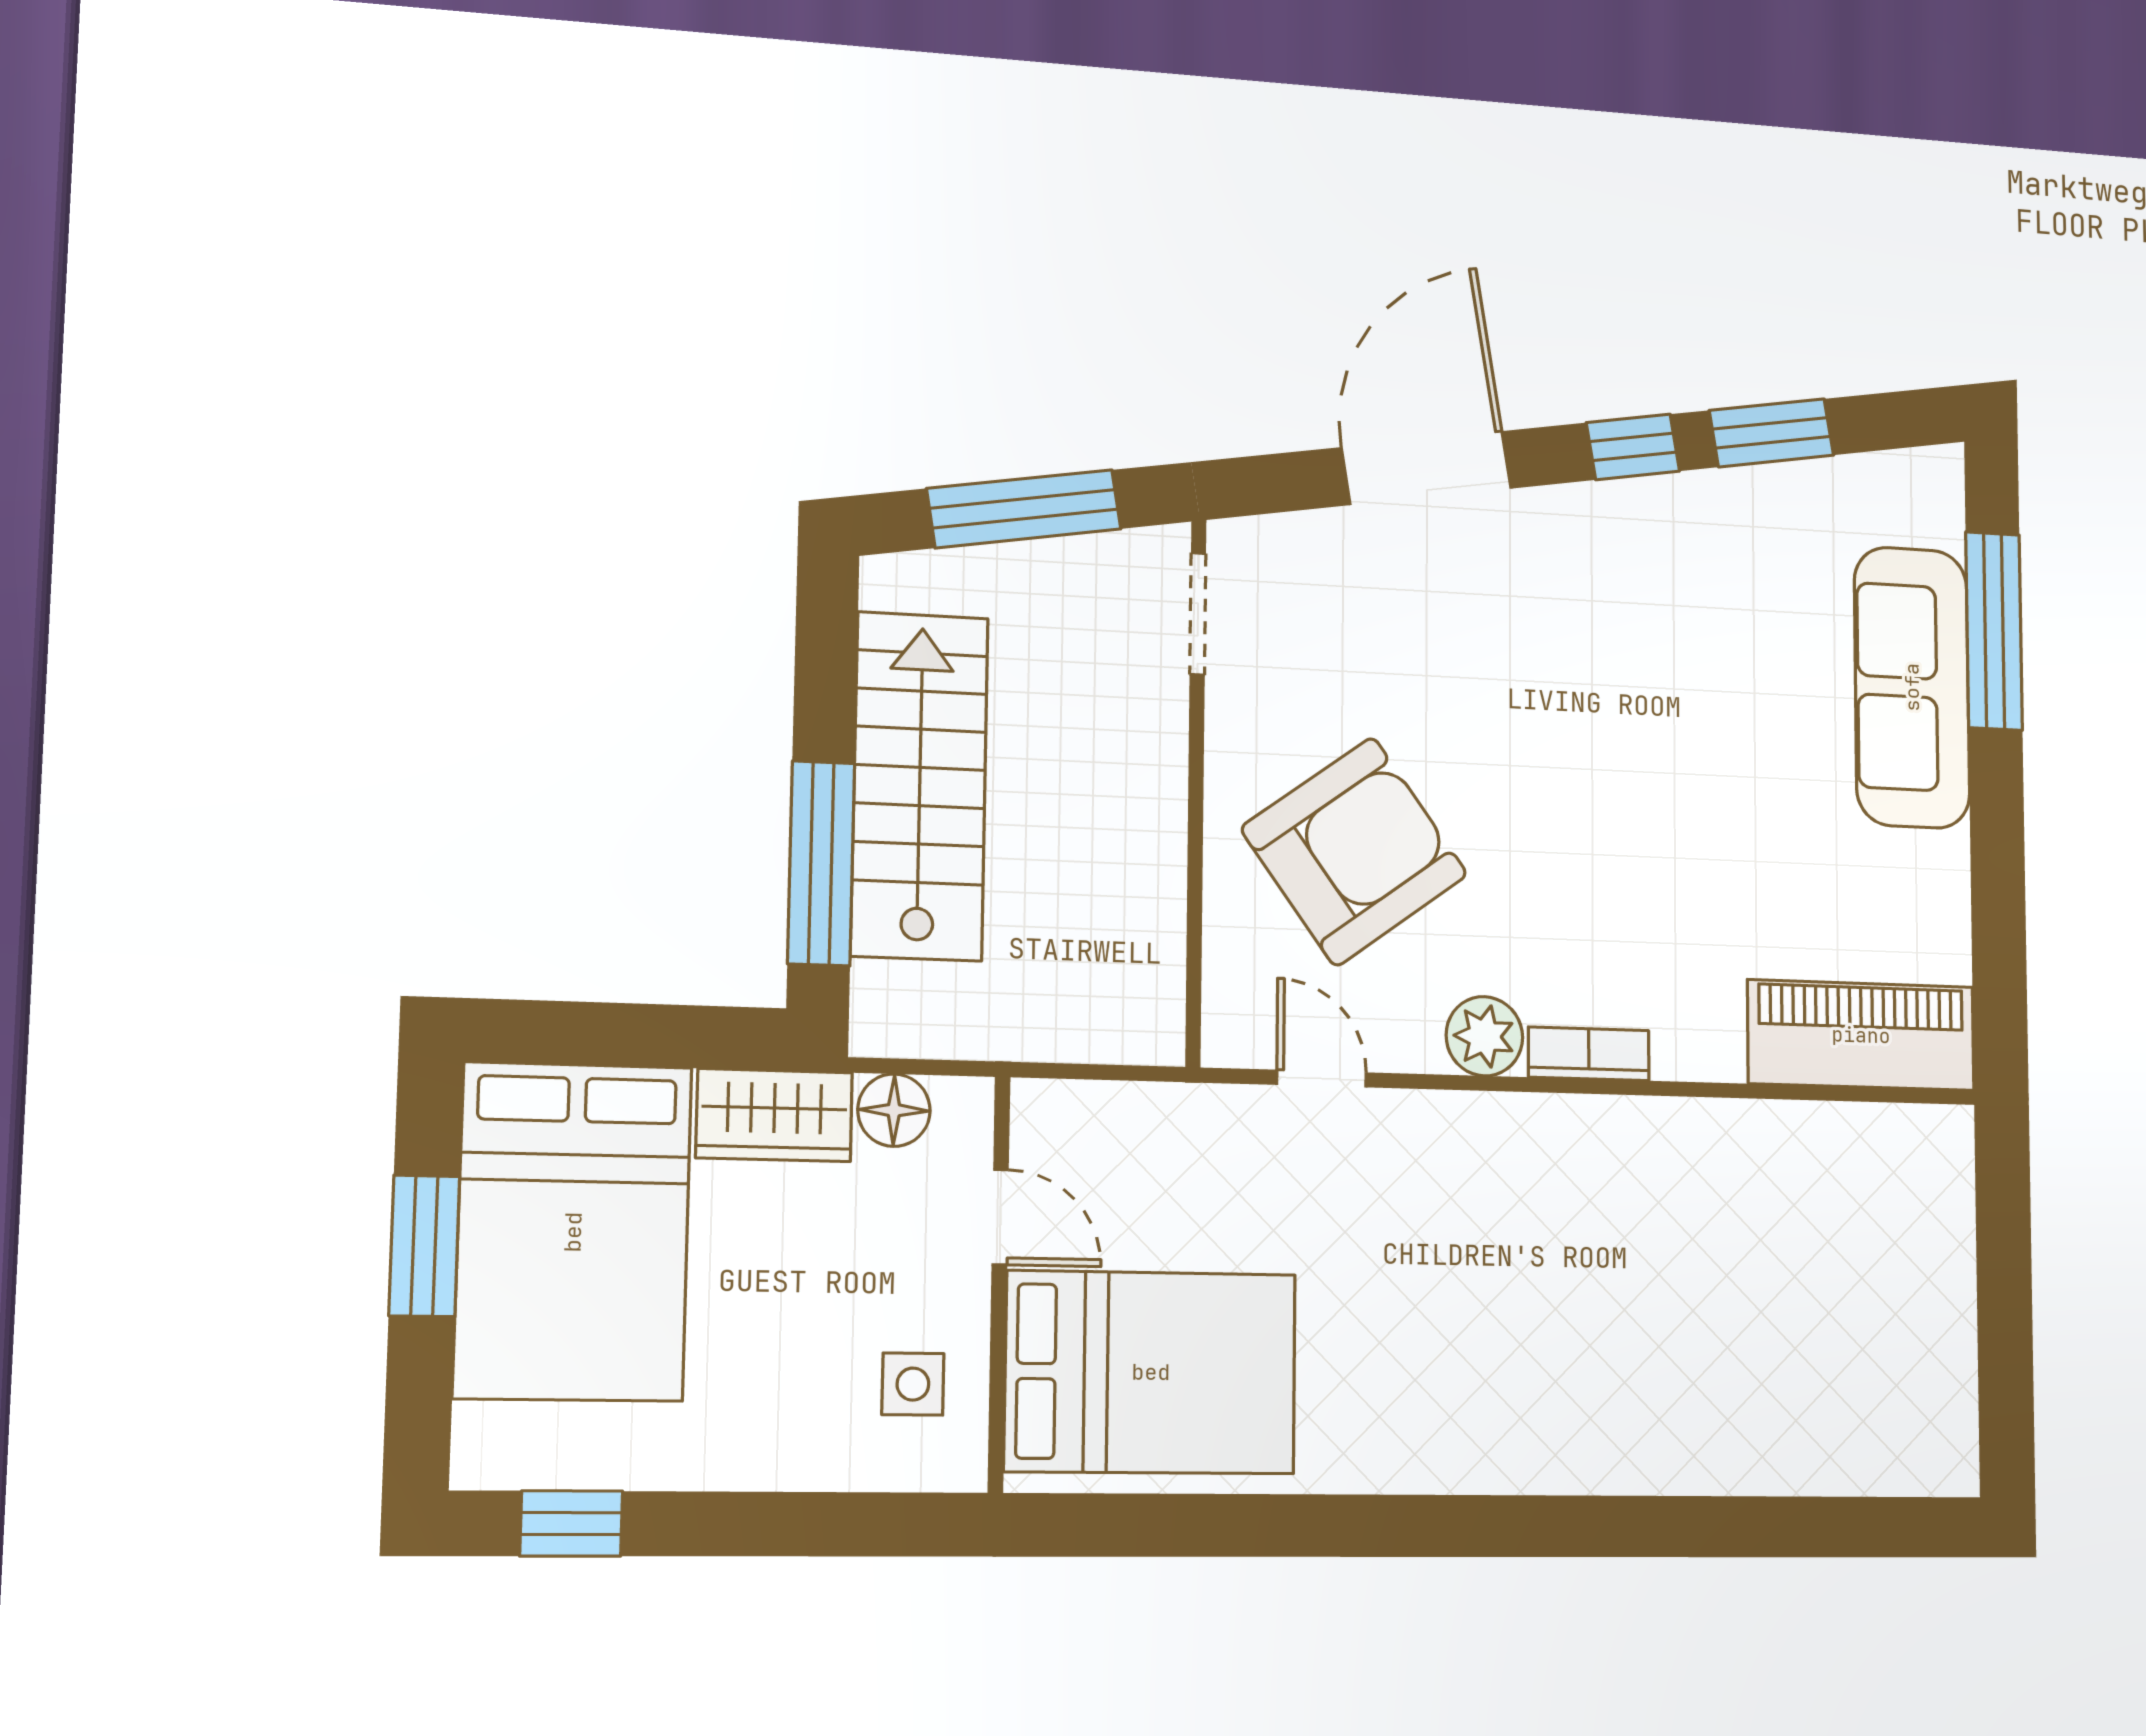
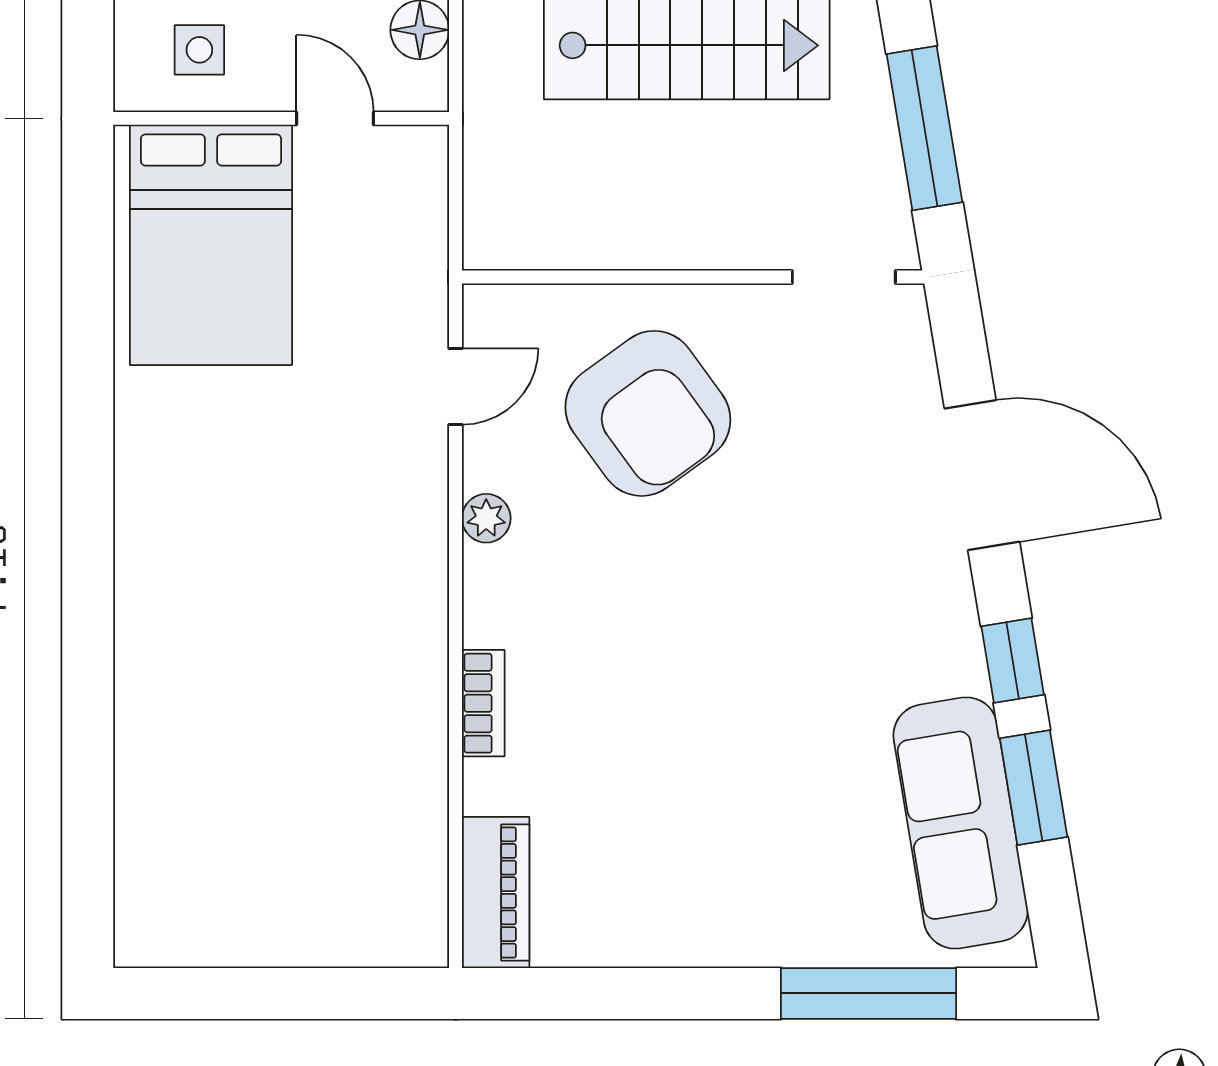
sofa: (1912, 687) -> (961, 823), moved, turned -99
piano: (1861, 1035) -> (496, 892), width x0.73, depth x0.75
plant: (1484, 1036) -> (486, 518), width x0.73, depth x0.73
bookcase: (1589, 1054) -> (483, 703), moved
door: (1000, 1217) -> (335, 118), swing flipped

